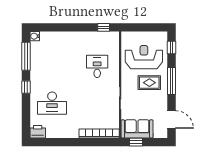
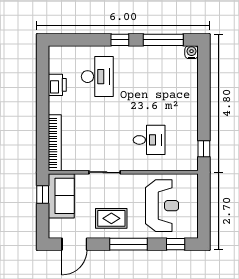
rug: (149, 83) -> (111, 218), moved, turned 90
desk: (52, 103) -> (97, 77), turned 180
printer: (38, 132) -> (57, 85), moved

